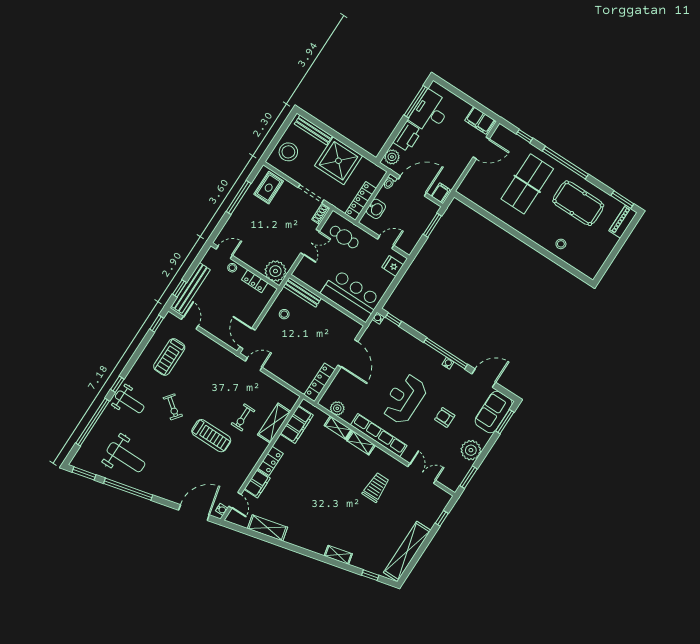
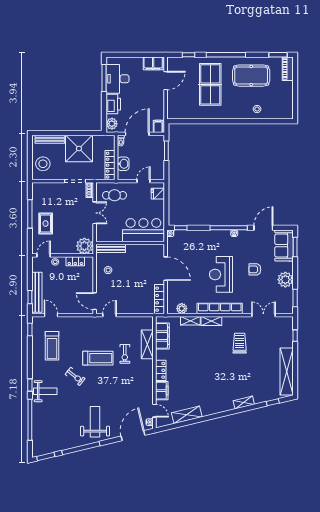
rug: (269, 188) -> (46, 224), moved
treadmill: (211, 436) -> (98, 358), moved
weight bench: (126, 457) -> (95, 422), moved, turned -90

